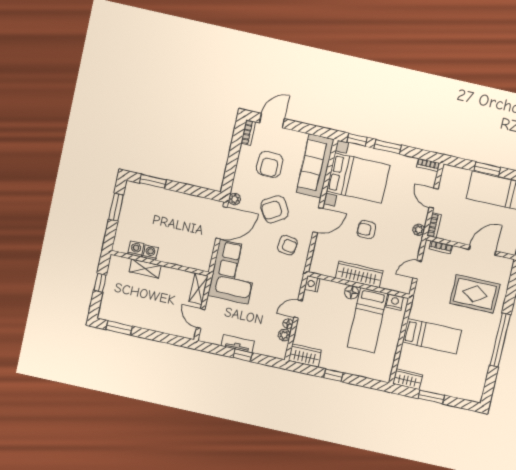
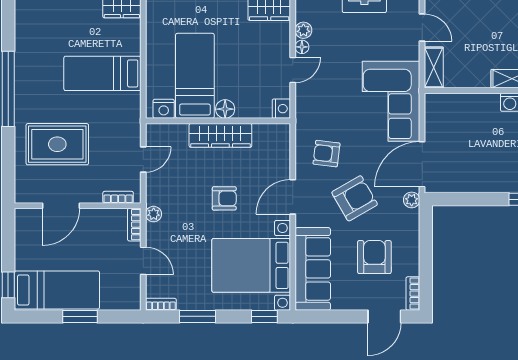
window: (388, 147) -> (197, 316), moved

